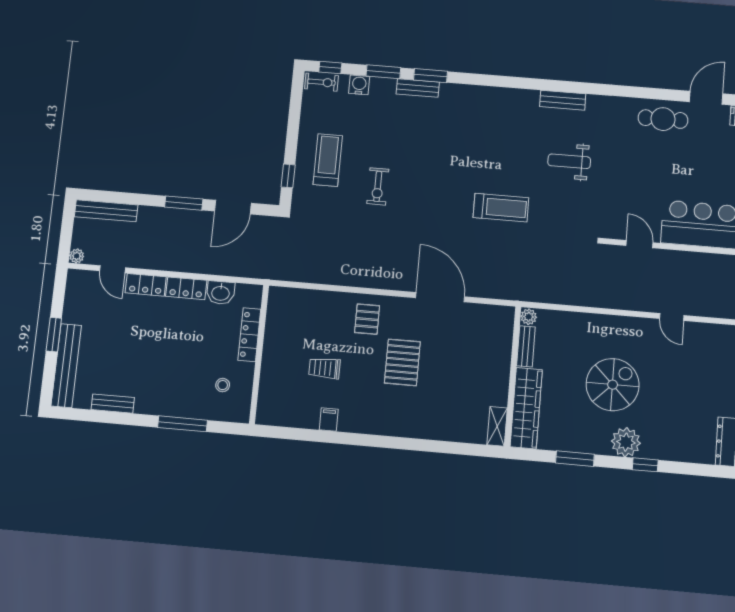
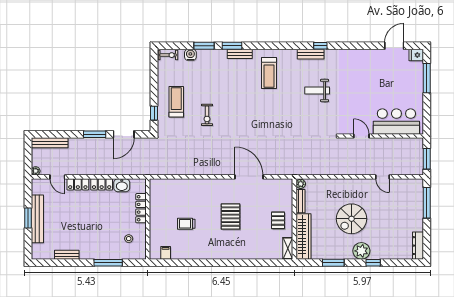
window: (330, 68) -> (320, 46), moved
bench: (418, 88) -> (240, 54), moved
cafe table: (663, 119) -> (370, 61), removed
treadmill: (501, 208) -> (269, 73), moved, turned 90
pallet: (367, 319) -> (278, 220), moved
bench: (66, 366) -> (37, 219), moved
spiral stairs: (613, 385) -> (352, 219), turned 180
filing cabinet: (329, 419) -> (166, 253), moved

